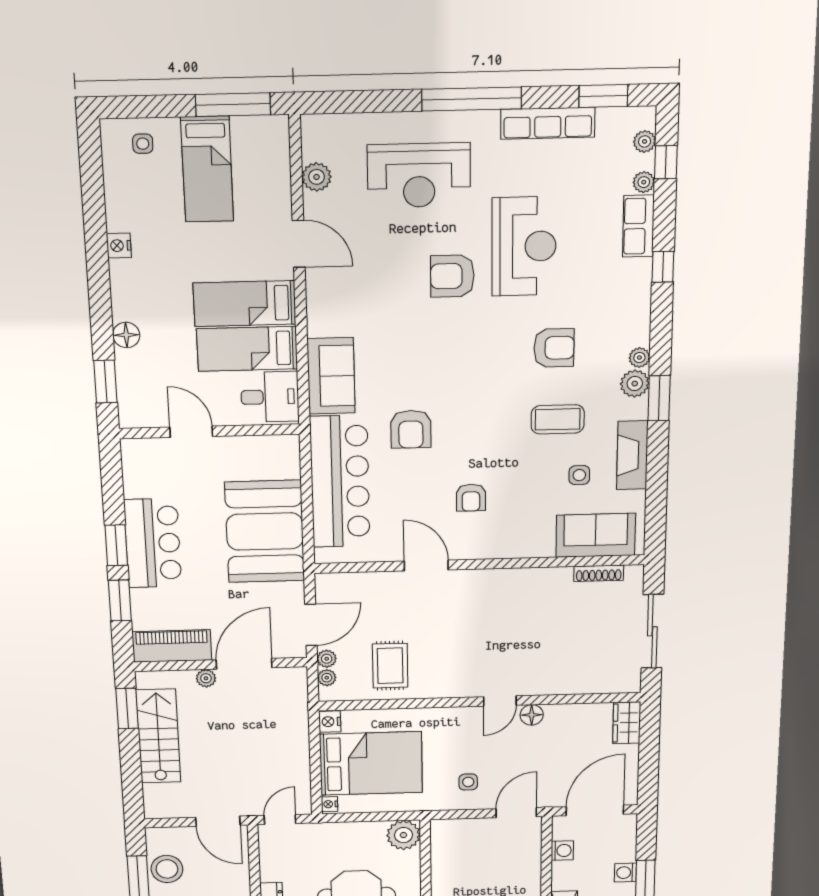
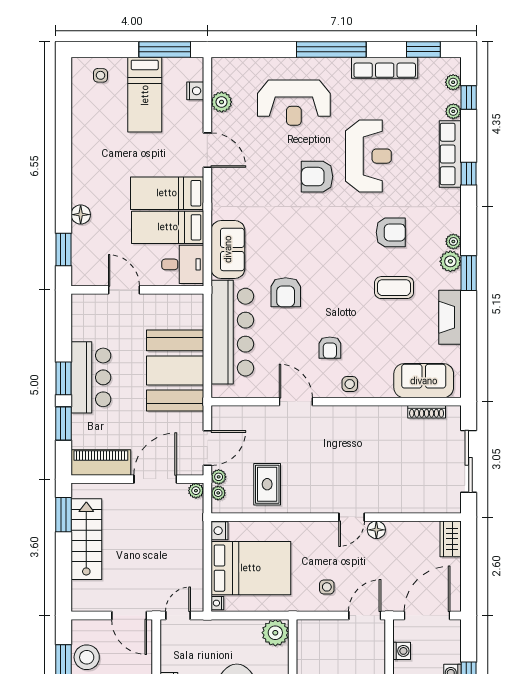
row of seats: (638, 226) -> (450, 154), width x1.48
nightstand: (119, 246) -> (195, 91), moved, turned 180
side table: (579, 475) -> (350, 384), moved
plant: (206, 678) -> (196, 491), moved

